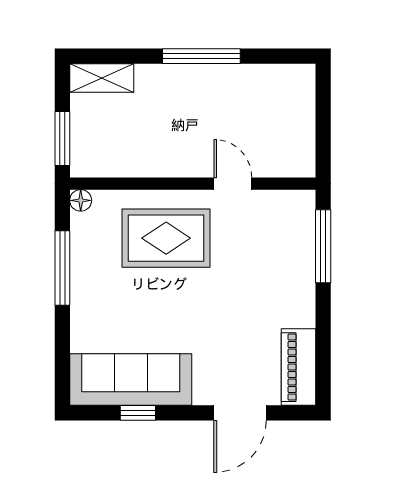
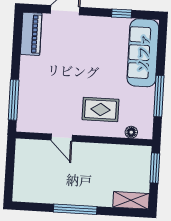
floor lamp: (81, 200) -> (131, 132), moved
rug: (166, 238) -> (100, 109), width x0.73, depth x0.70
sofa: (131, 379) -> (143, 53), moved, turned 90

